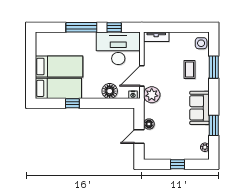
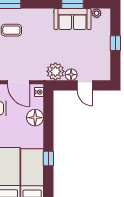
plant: (152, 95) -> (55, 71), moved
sofa: (200, 108) -> (73, 19), moved

